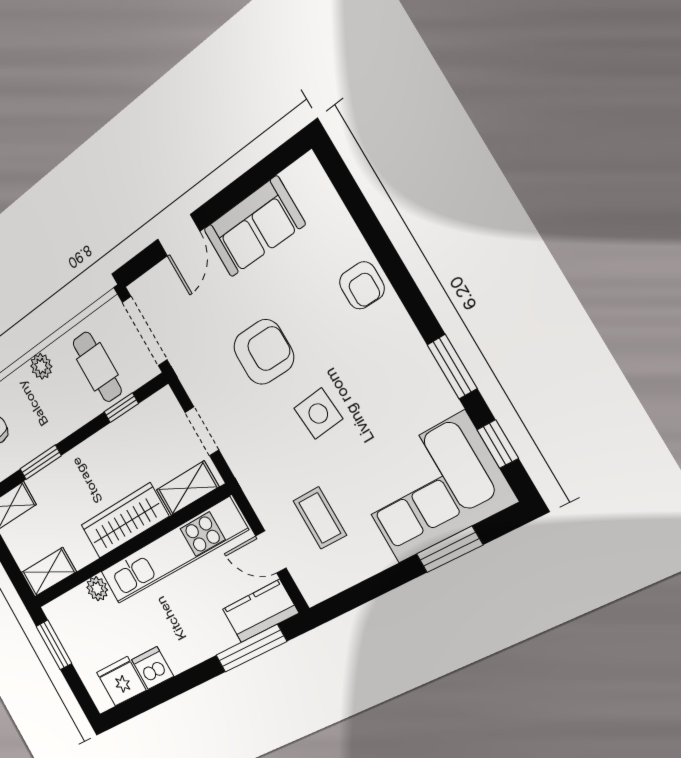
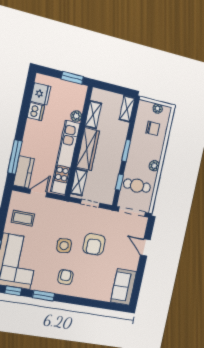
sofa: (254, 227) -> (124, 287), moved
armchair: (362, 285) -> (65, 277), moved, turned 90
window: (41, 462) -> (126, 150), moved
coffee table: (320, 518) -> (23, 218), moved
shelving: (49, 572) -> (93, 115), moved

